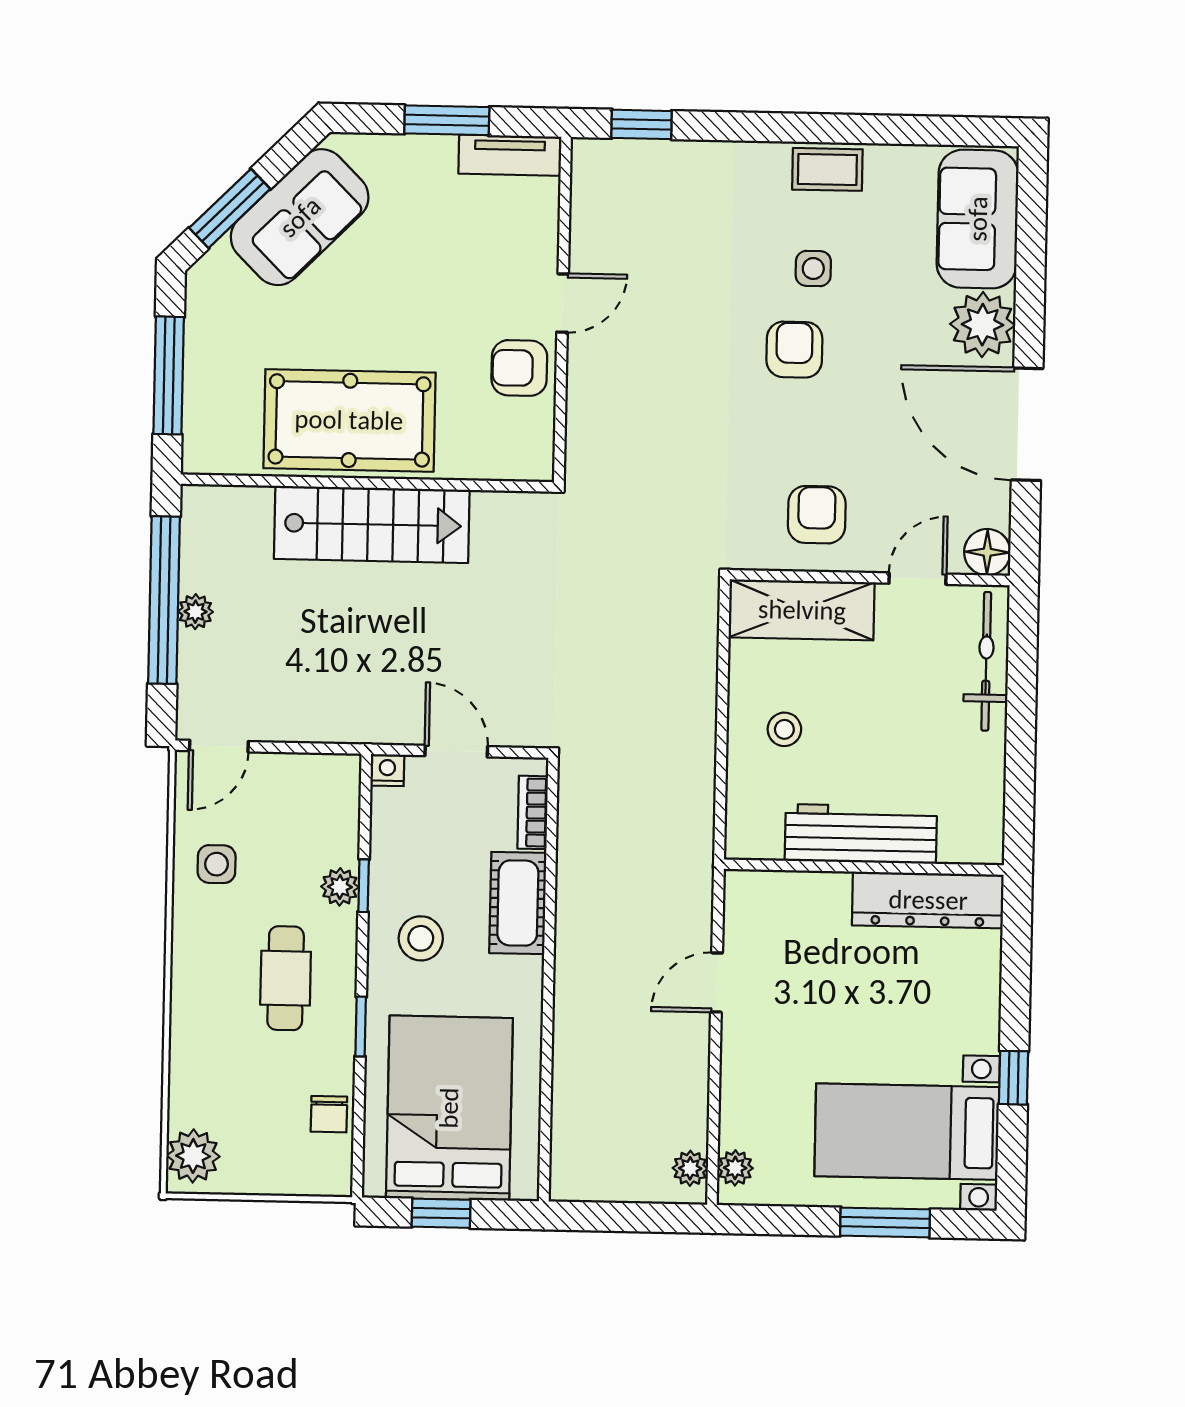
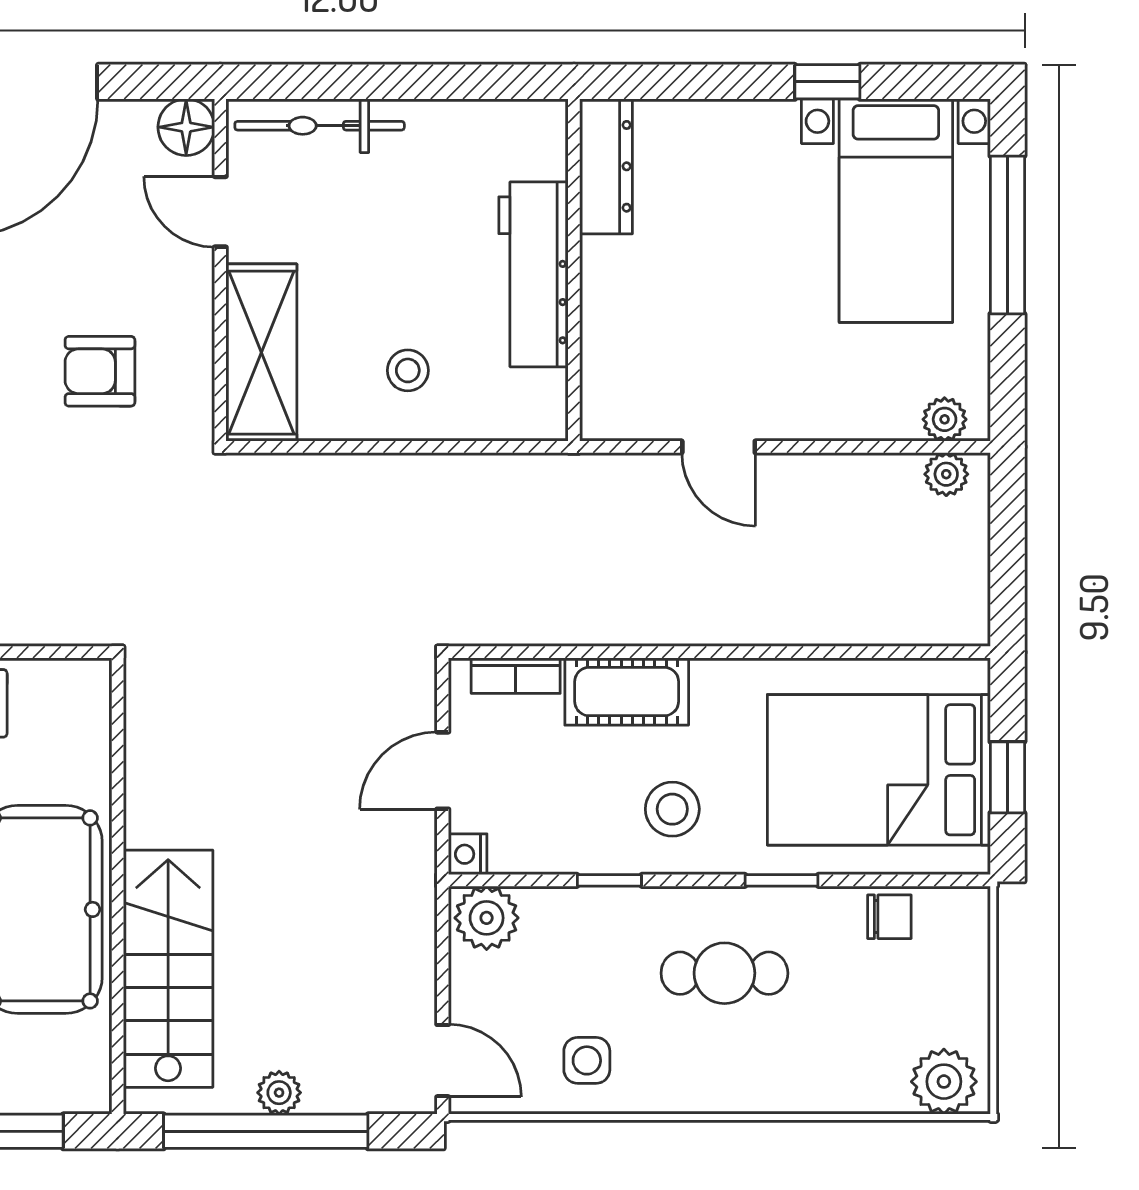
armchair: (817, 515) -> (100, 371), moved
stairs: (372, 524) -> (168, 969), moved
plant: (340, 887) -> (487, 918), moved, width x1.38, depth x1.38
dresser: (928, 900) -> (606, 166), width x0.73, depth x0.80
window: (885, 1223) -> (1007, 235), width x1.44

